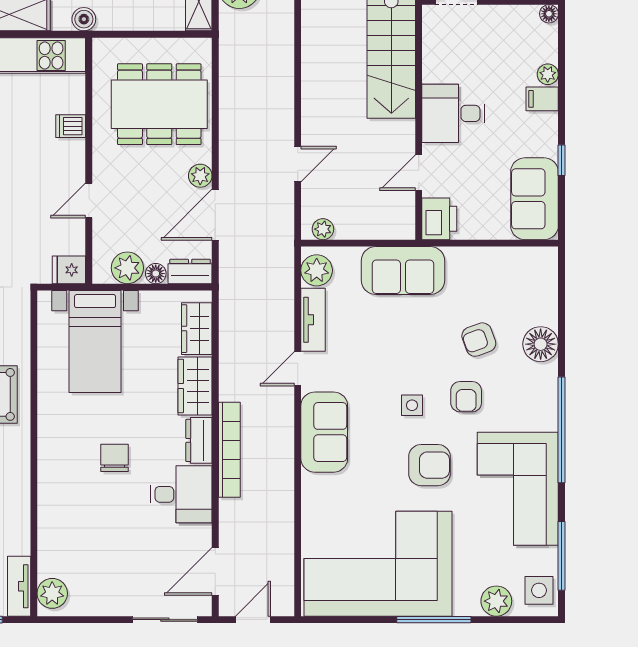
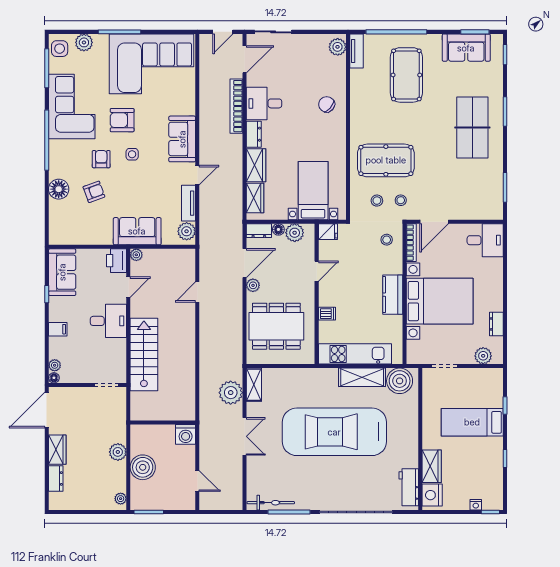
boiler: (84, 19) -> (319, 375), removed
plant: (548, 74) -> (55, 365), moved
plant: (323, 229) -> (136, 255), moved
bookcase: (229, 450) -> (236, 106), moved
chair: (114, 458) -> (327, 104), moved, turned 130

